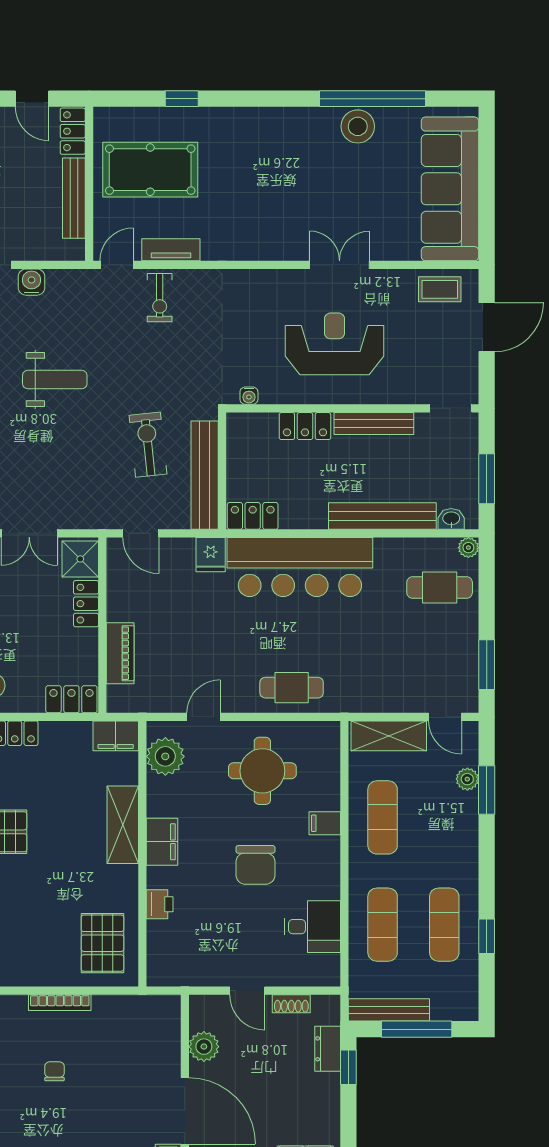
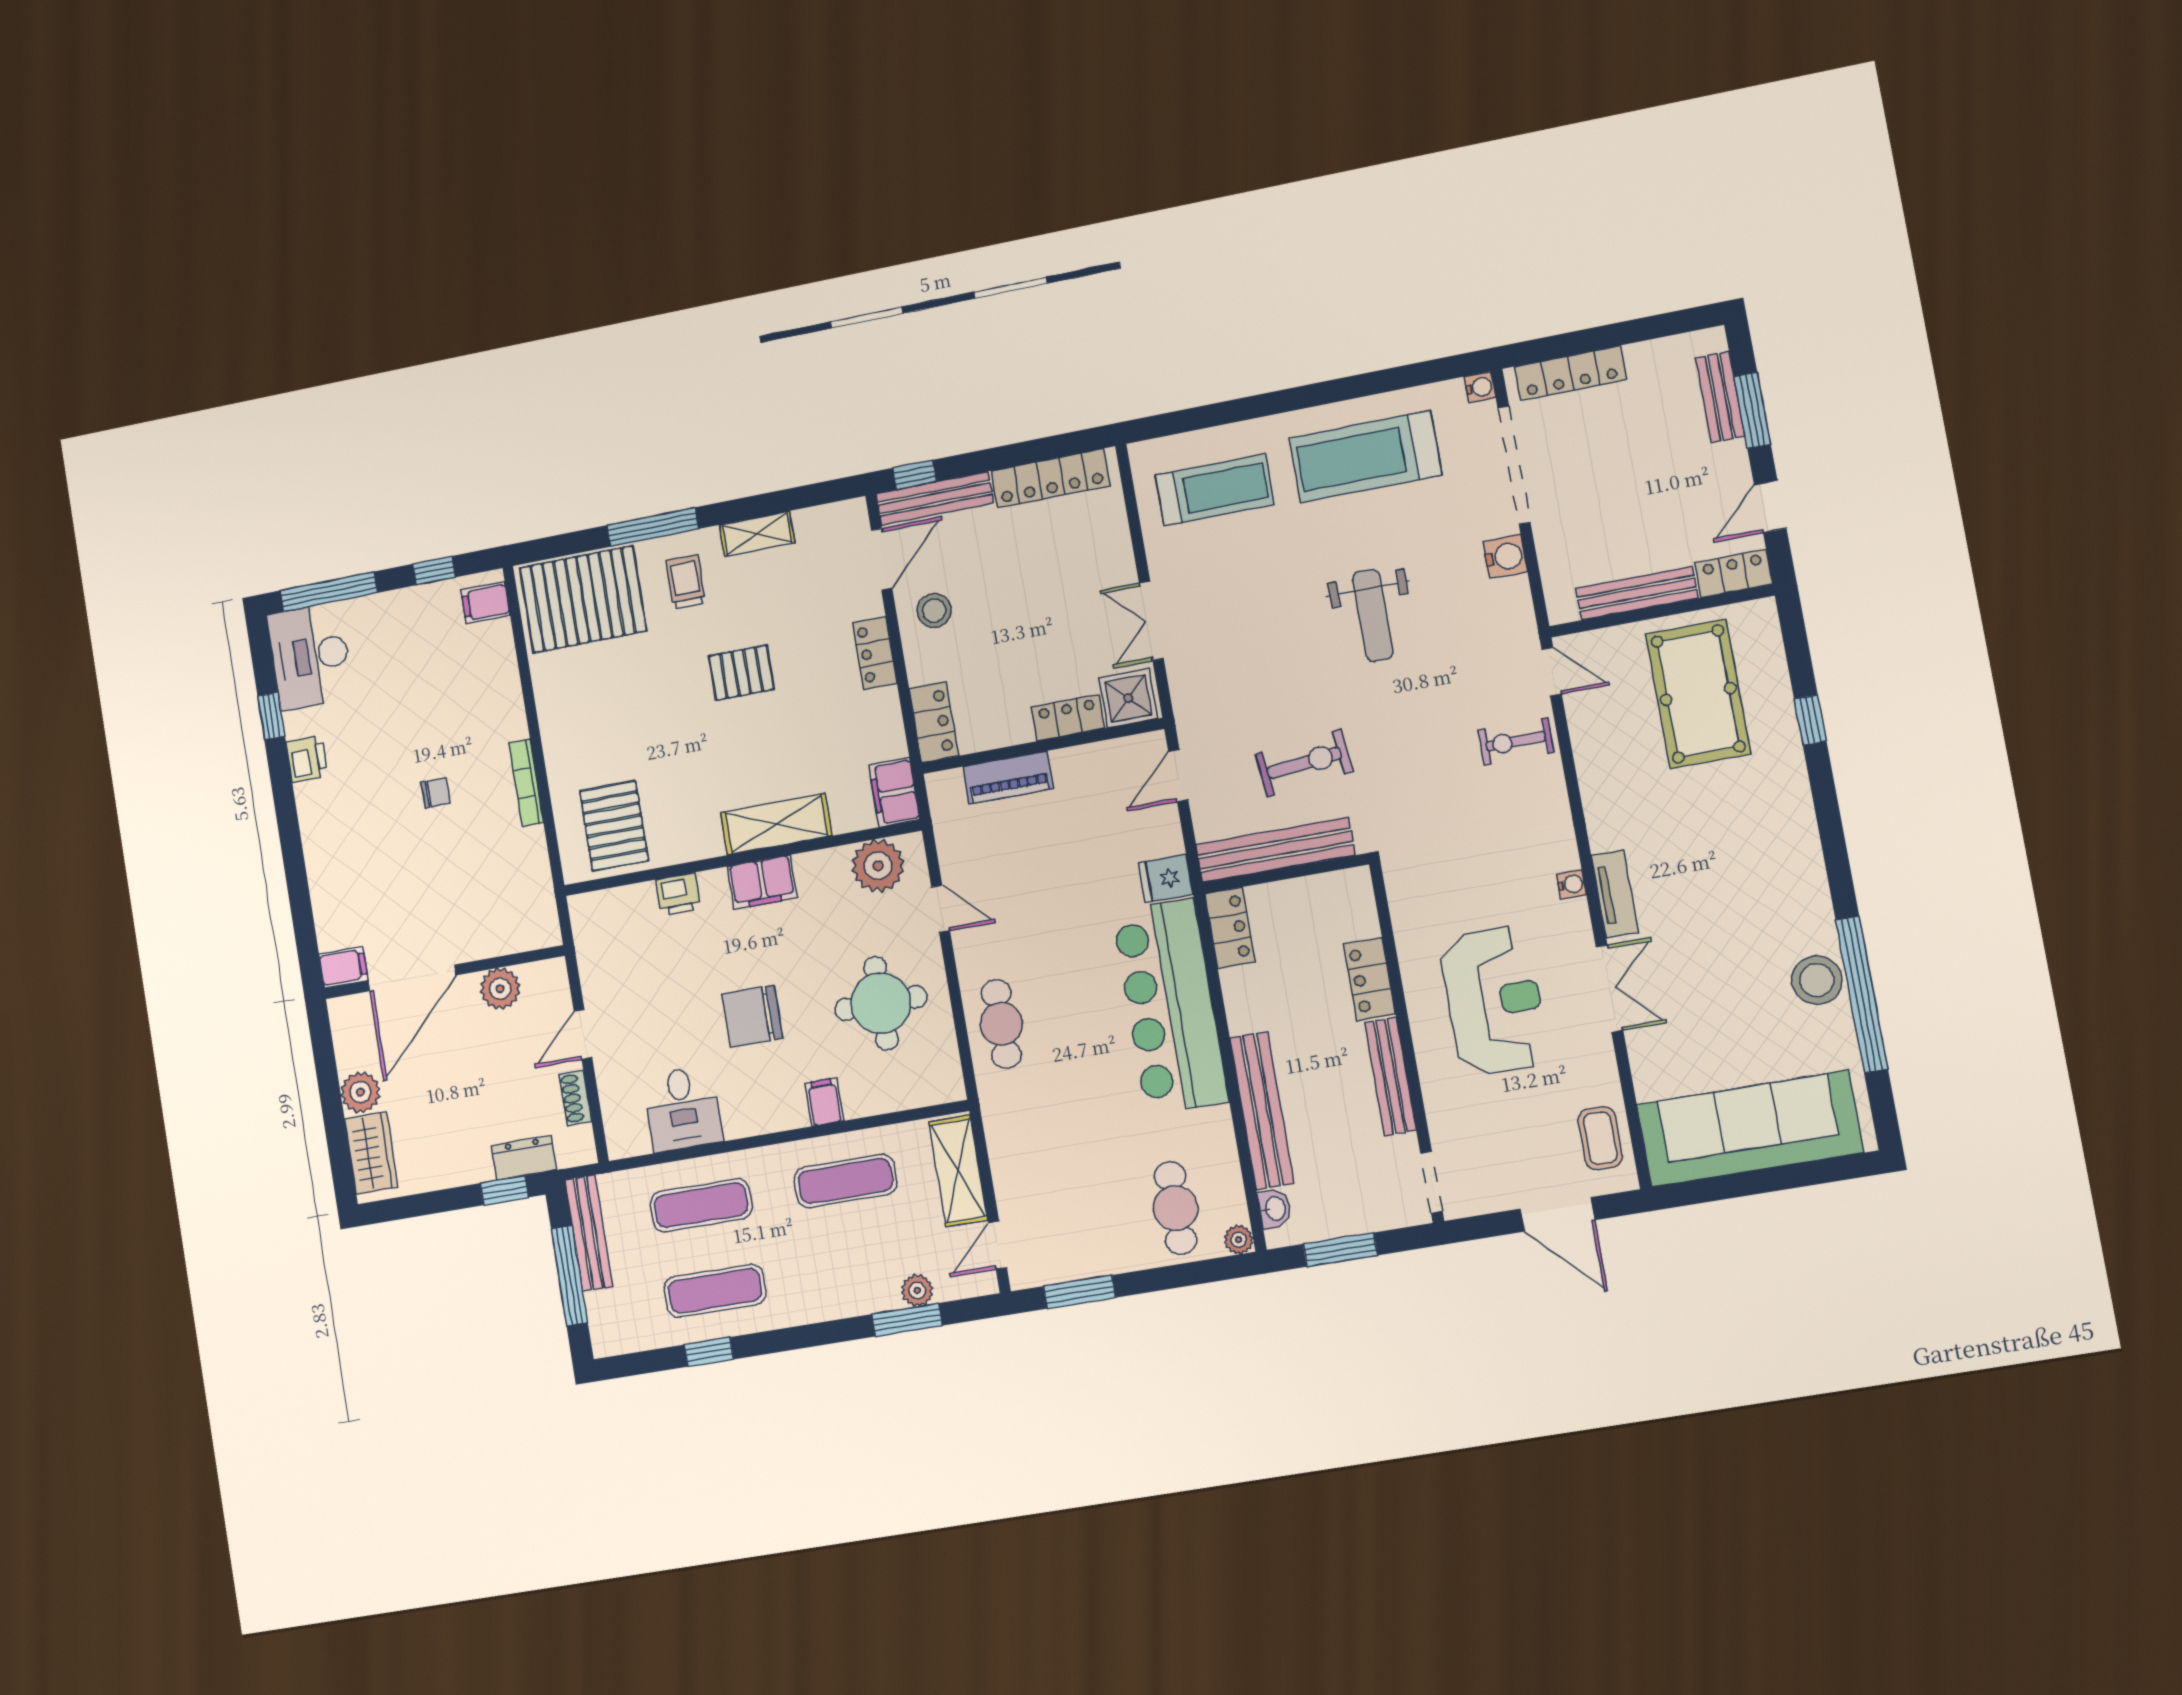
tv unit: (171, 250) -> (1615, 894), moved
water cooler: (249, 396) -> (1571, 884), moved, turned 180
pallet: (102, 943) -> (614, 826), turned 90

